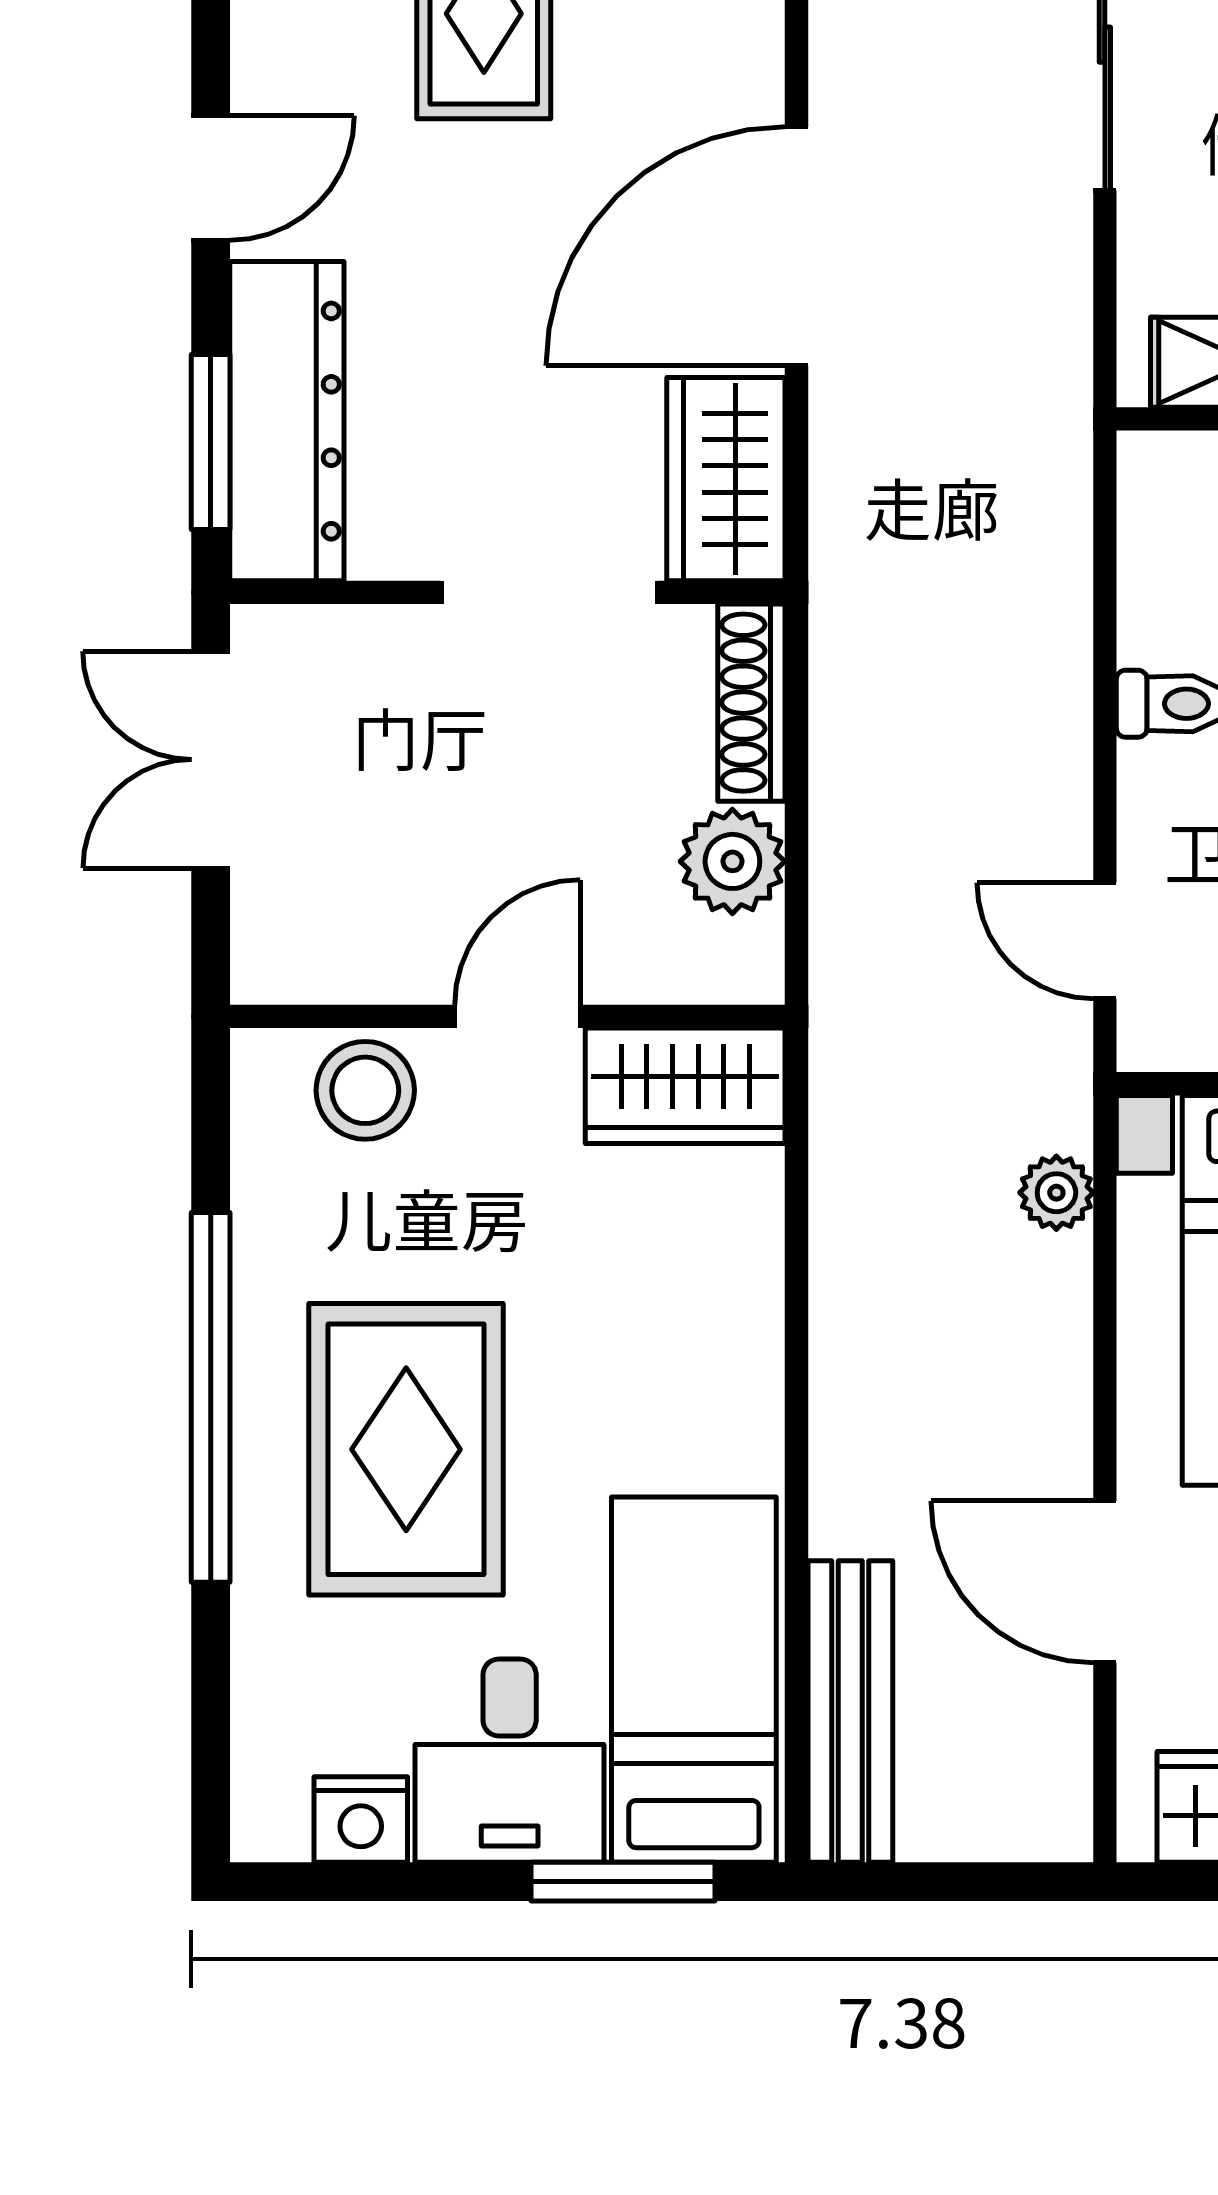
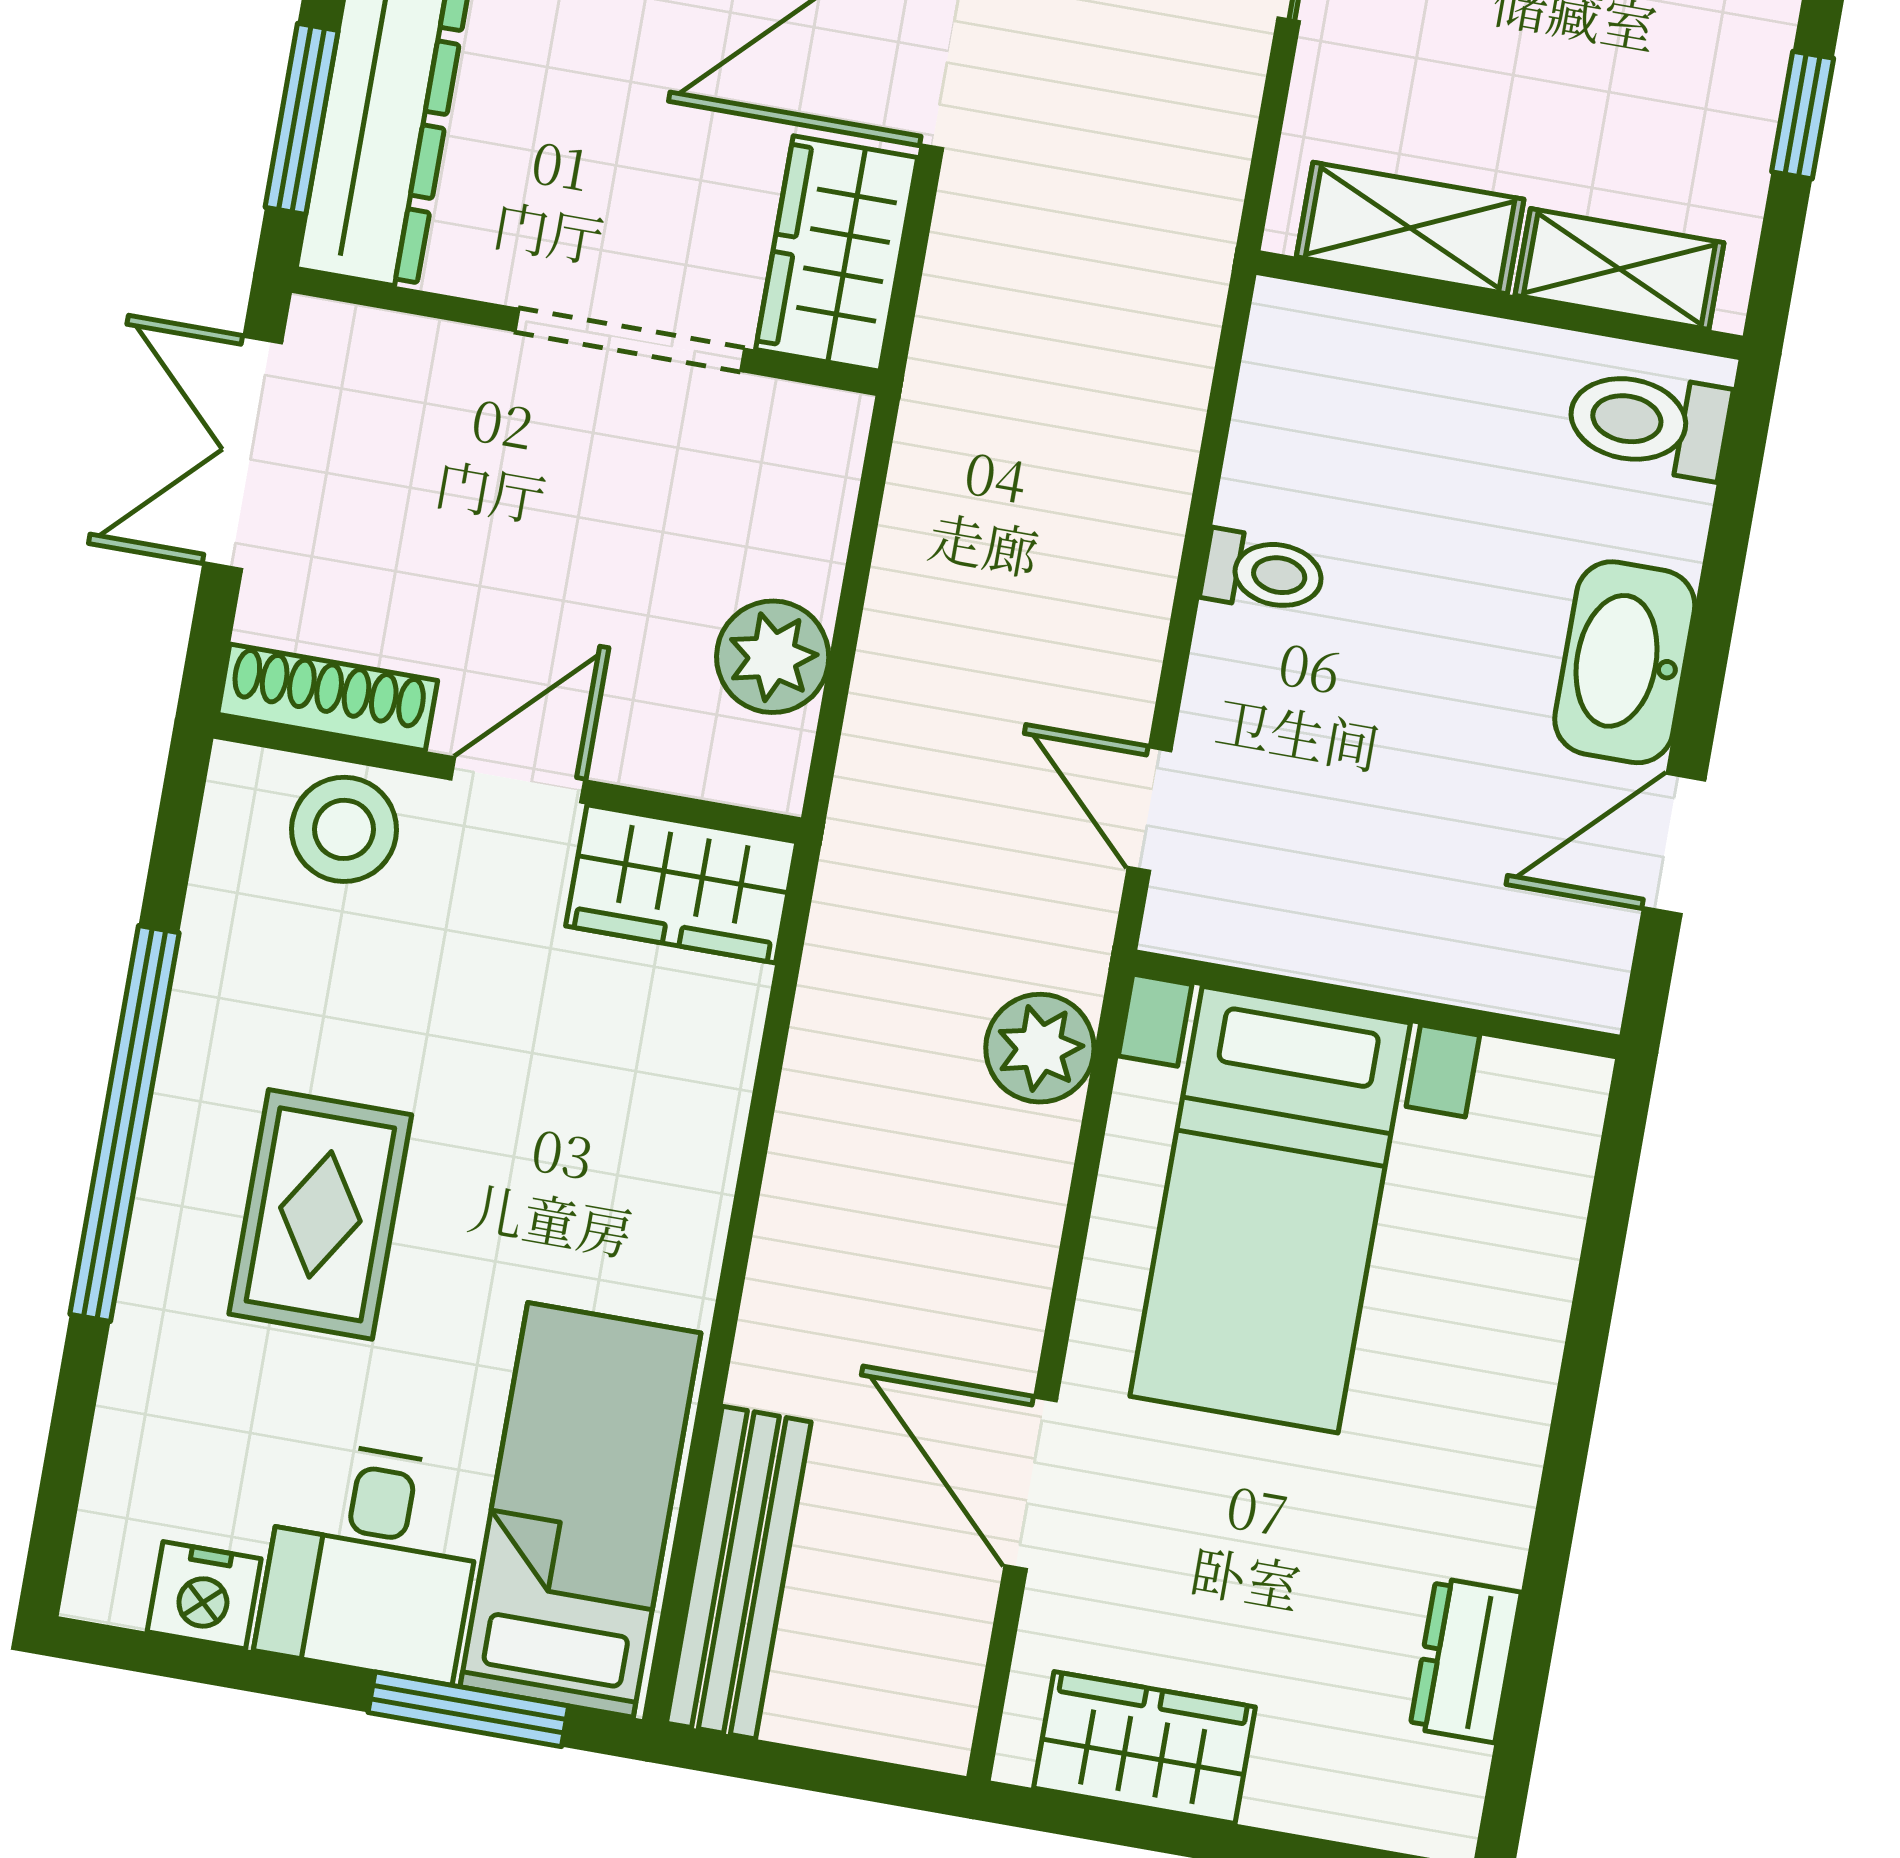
shoe rack: (751, 703) -> (328, 697), moved, turned 90
plant: (1056, 1193) -> (1040, 1048), width x1.38, depth x1.38
rug: (406, 1449) -> (320, 1214), width x0.73, depth x0.70

